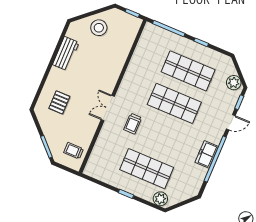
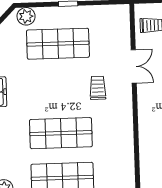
double door: (108, 108) -> (134, 66), moved

